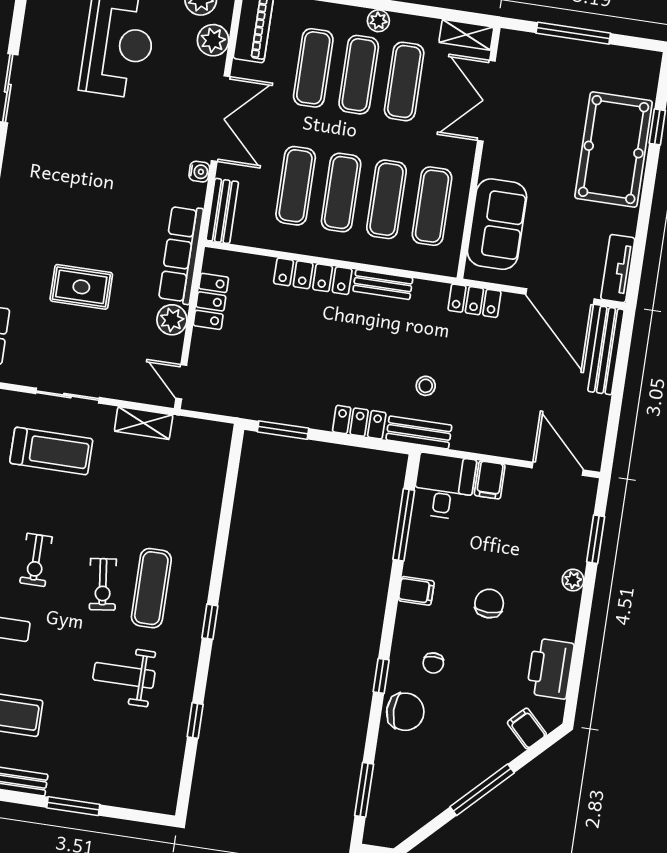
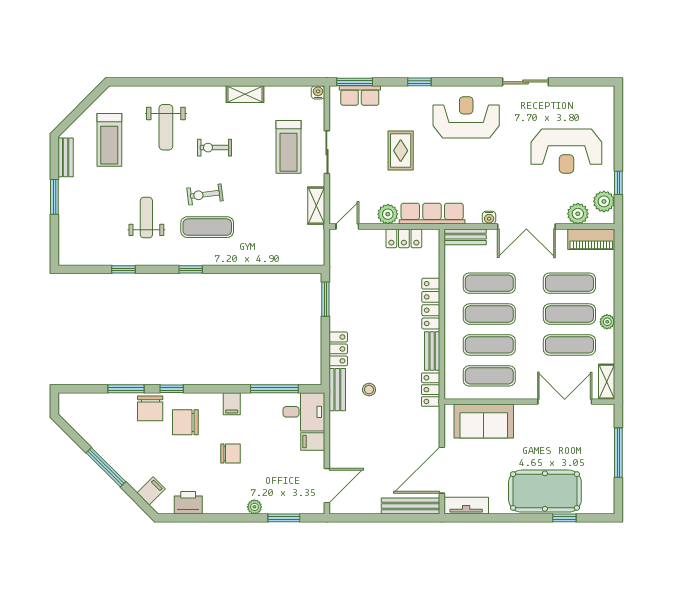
reception desk: (47, 183) -> (466, 117), added
locker: (474, 301) -> (431, 390), moved
chair: (433, 663) -> (185, 422), width x1.87, depth x1.87
printer: (550, 669) -> (188, 503), width x0.73, depth x0.84
window: (364, 790) -> (126, 389), moved

